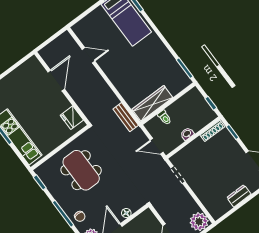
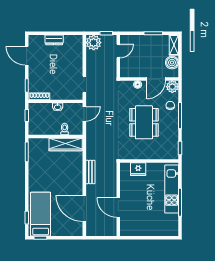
door: (89, 55) -> (84, 208), width x1.87
door: (56, 80) -> (118, 208), hinge flipped
bench: (126, 117) -> (90, 172), moved
fridge: (72, 118) -> (138, 169), moved, turned 90
door: (157, 146) -> (84, 114), hinge flipped
dining table: (81, 170) -> (144, 122), moved

